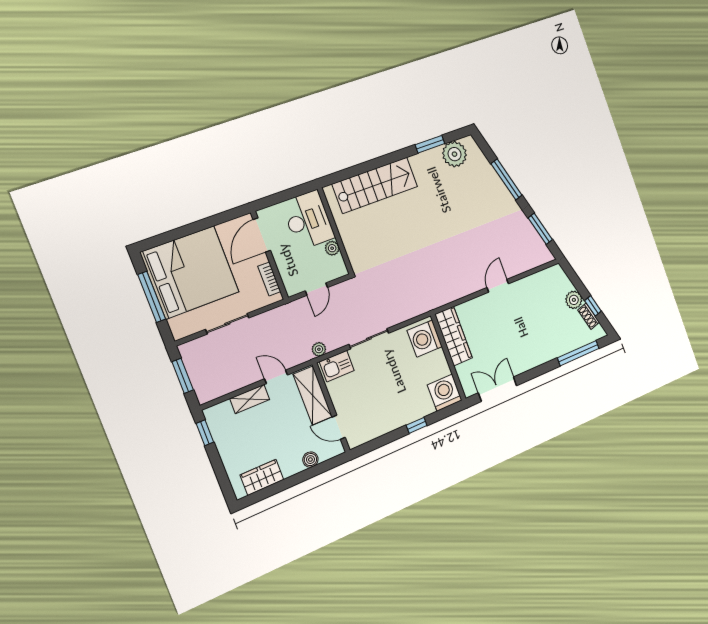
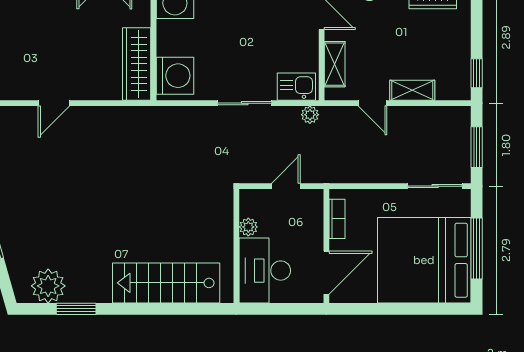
sliding door: (227, 324) -> (435, 186), moved
shelving: (313, 395) -> (335, 64), width x0.67, depth x0.75

